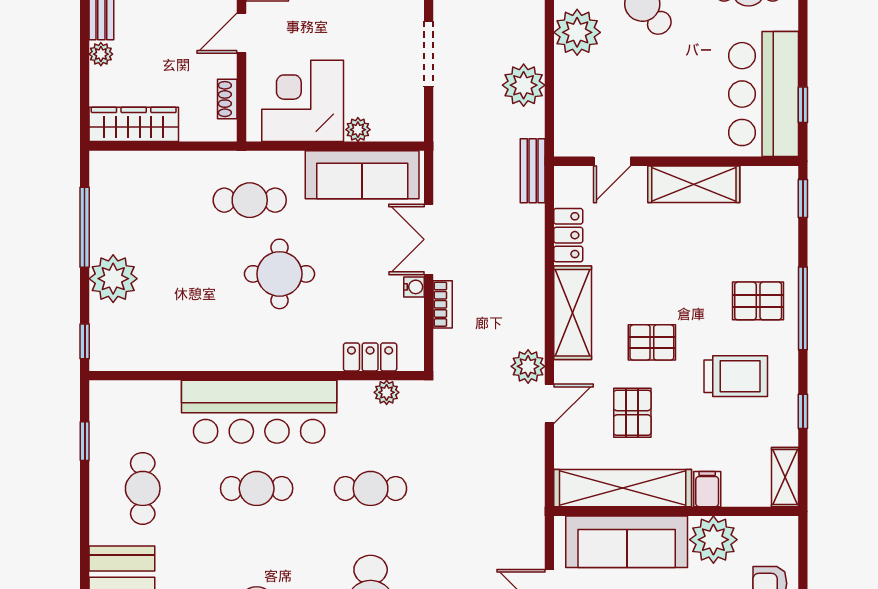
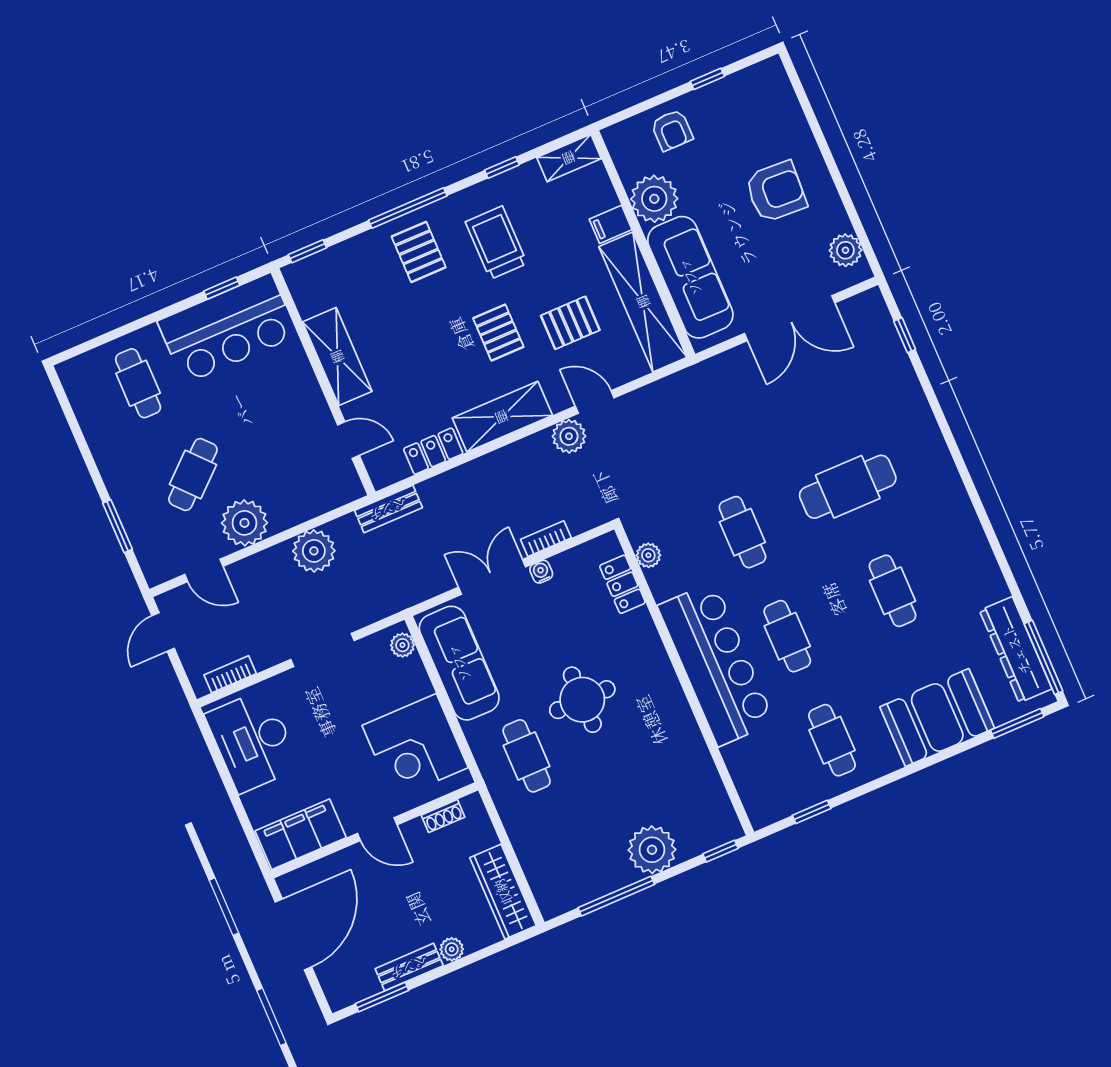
plant: (358, 130) -> (402, 645), moved
double door: (429, 239) -> (492, 577), swing flipped
cafe table: (143, 488) -> (832, 740), turned 90

